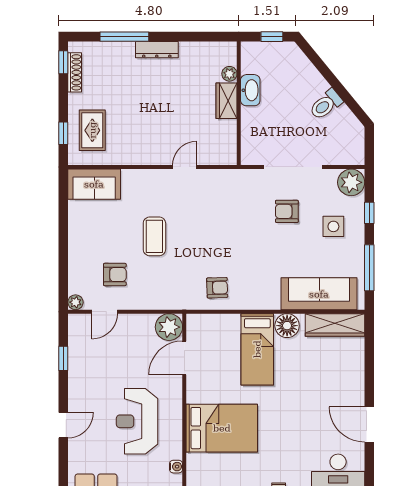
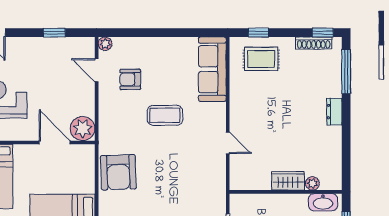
window: (124, 37) -> (346, 72), moved
dresser: (157, 50) -> (334, 112), width x0.70
washbasin: (250, 90) -> (323, 202), moved
sofa: (94, 184) -> (212, 69), width x1.36
armchair: (115, 275) -> (130, 79), turned 90
armchair: (217, 288) -> (118, 172), width x1.88, depth x1.88

